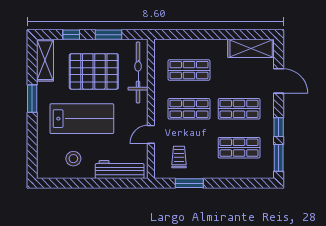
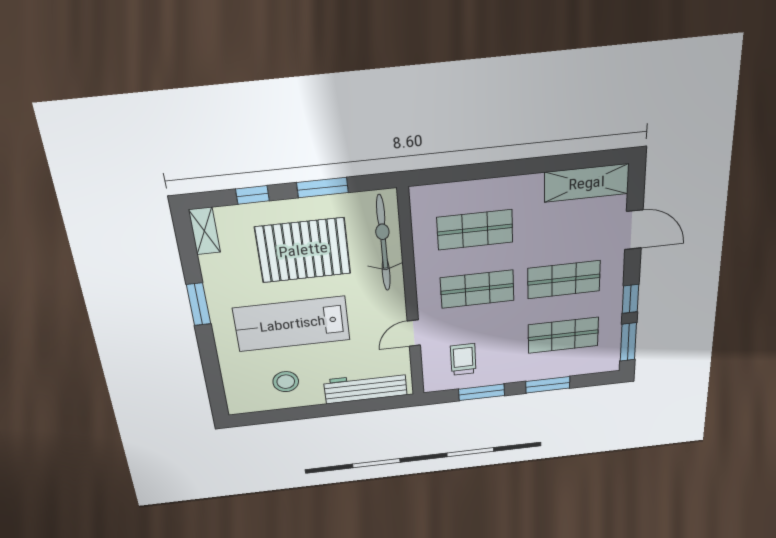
shelving: (45, 60) -> (204, 231), width x0.67, depth x0.75
lab bench: (82, 119) -> (292, 324), turned 180
window: (230, 183) -> (548, 385), added

